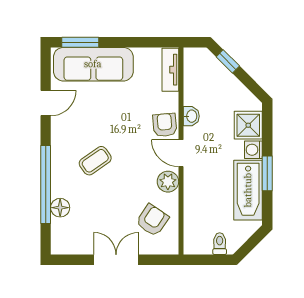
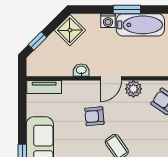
armchair: (165, 125) -> (94, 116), moved
shower: (248, 125) -> (70, 30), moved, turned 45

